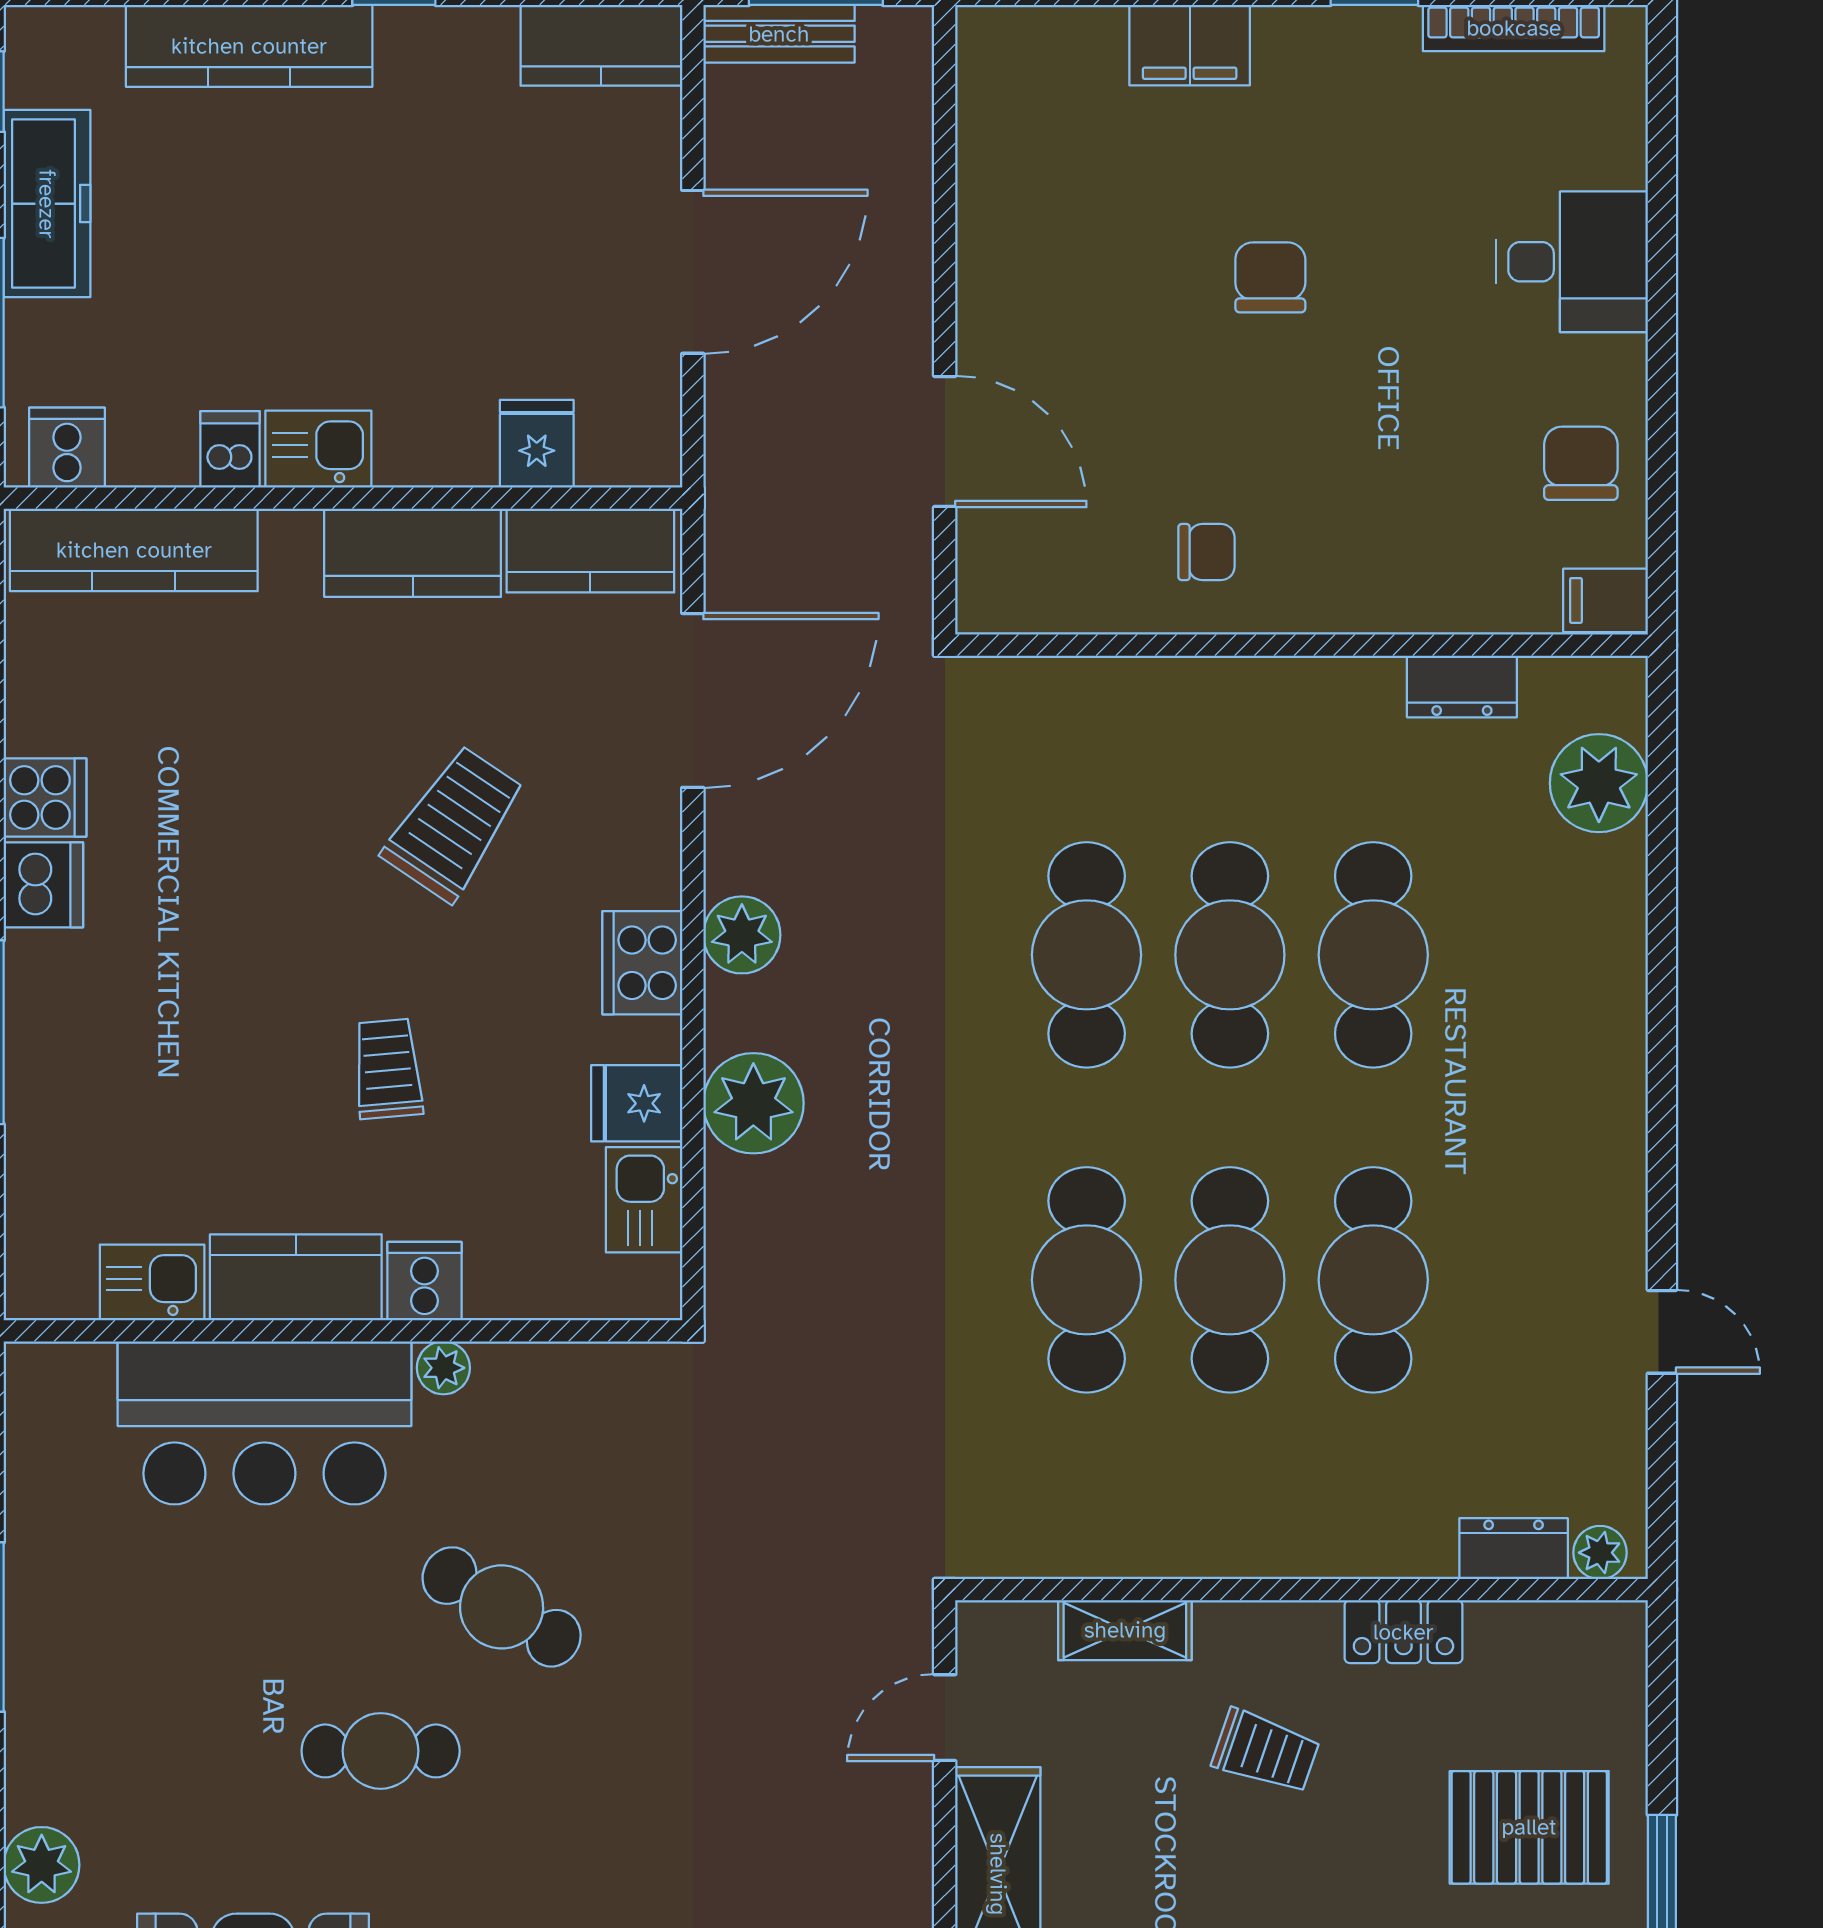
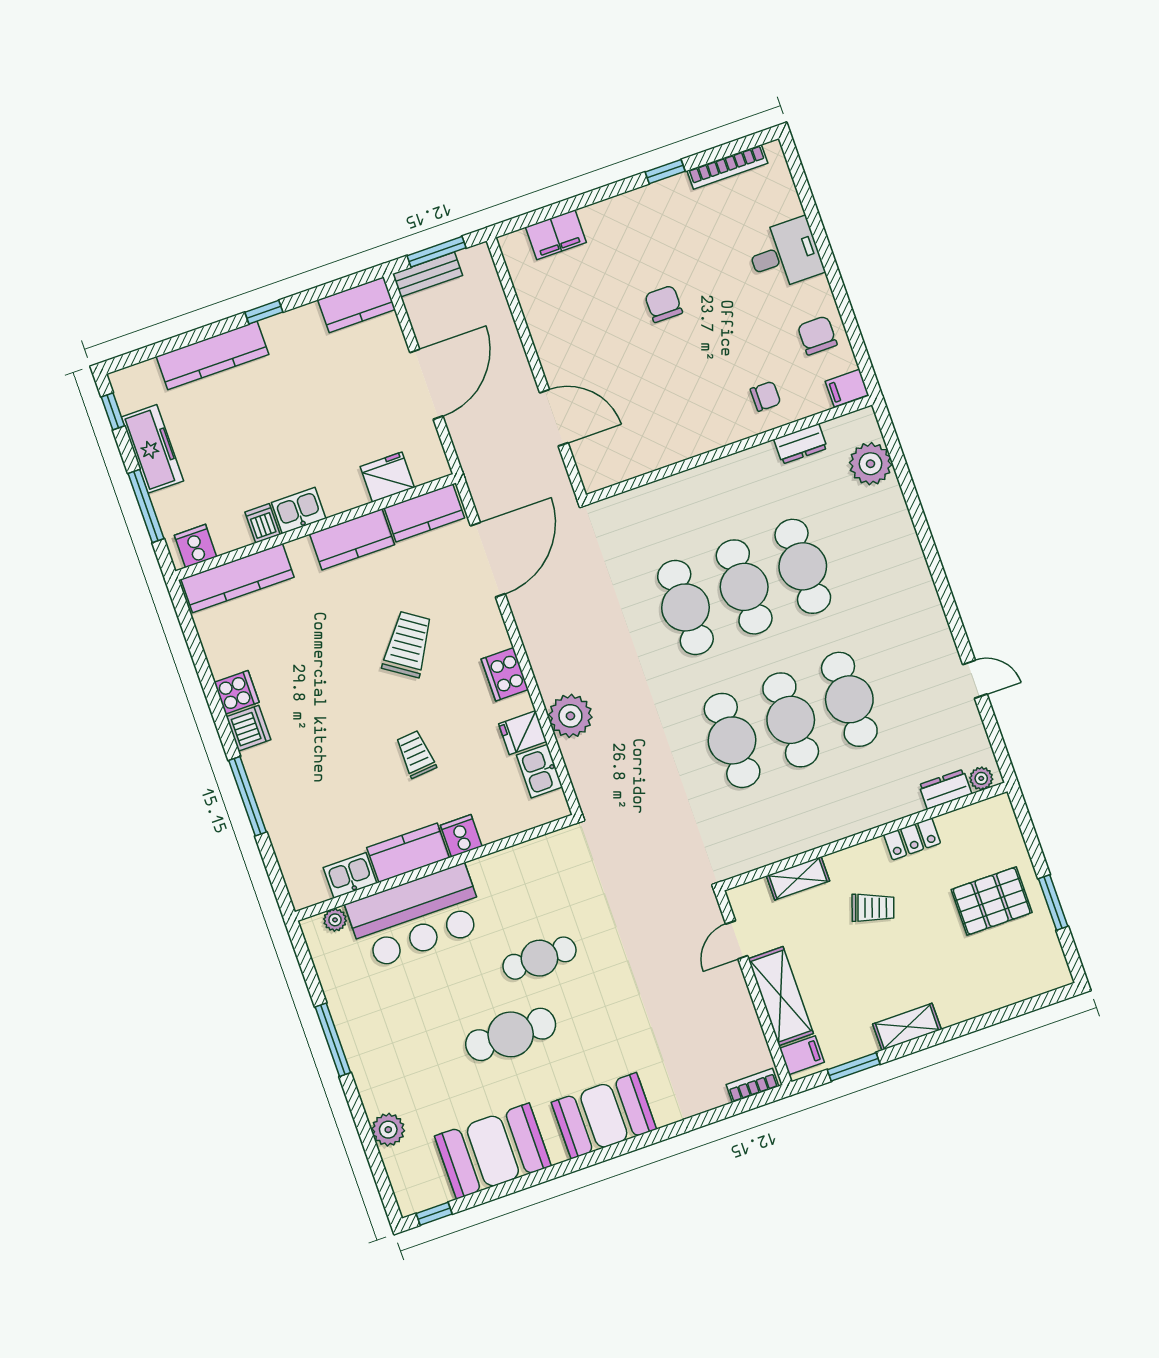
filing cabinet: (1190, 45) -> (556, 235), moved
fridge: (537, 444) -> (387, 477), width x1.38
chair: (1207, 552) -> (765, 396), moved
plant: (742, 935) -> (542, 649), removed
plant: (443, 1368) -> (335, 920), moved
cafe table: (502, 1607) -> (539, 958), turned -31
cafe table: (381, 1751) -> (511, 1034), width x1.37, depth x1.35

